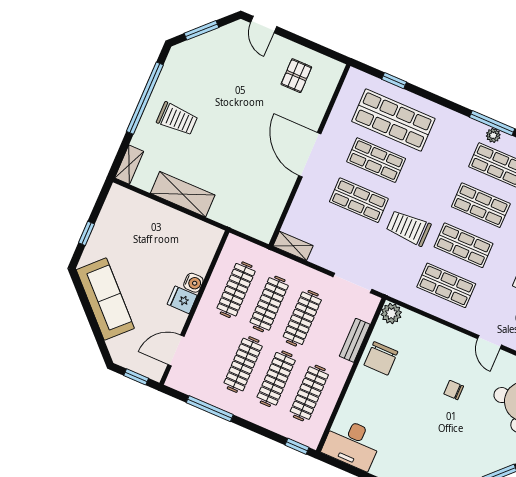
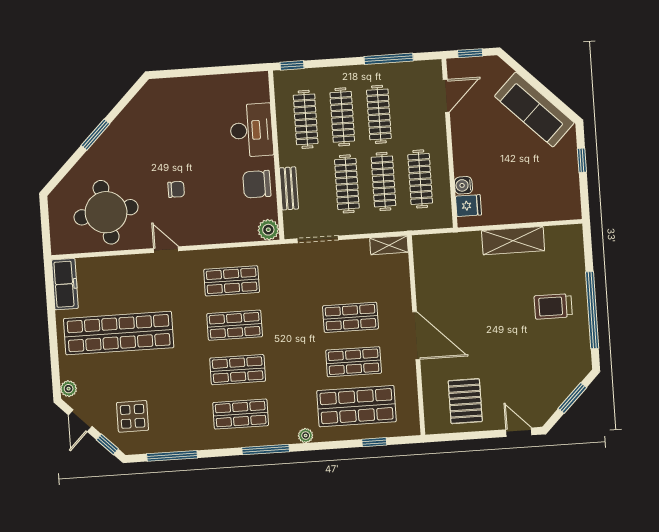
pallet: (296, 76) -> (465, 401), width x1.50, depth x1.42
plant: (493, 135) -> (306, 436), moved
shelving: (129, 165) -> (575, 243), removed
trolley: (409, 228) -> (293, 315), removed
water cooler: (193, 283) -> (463, 185), moved
fridge: (182, 300) -> (468, 206), moved
chair: (381, 358) -> (257, 184), turned -90
desk: (352, 444) -> (251, 130), moved, turned 90

